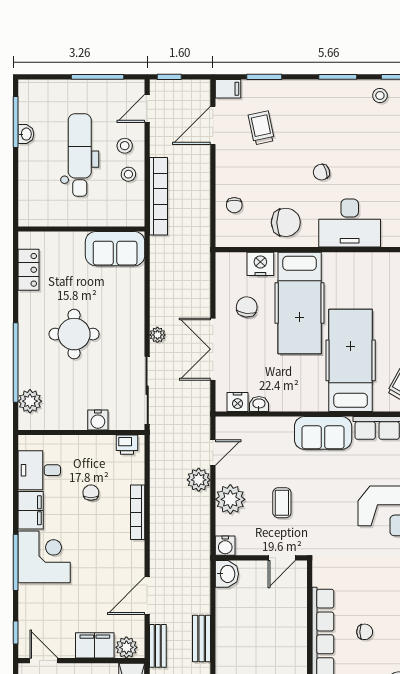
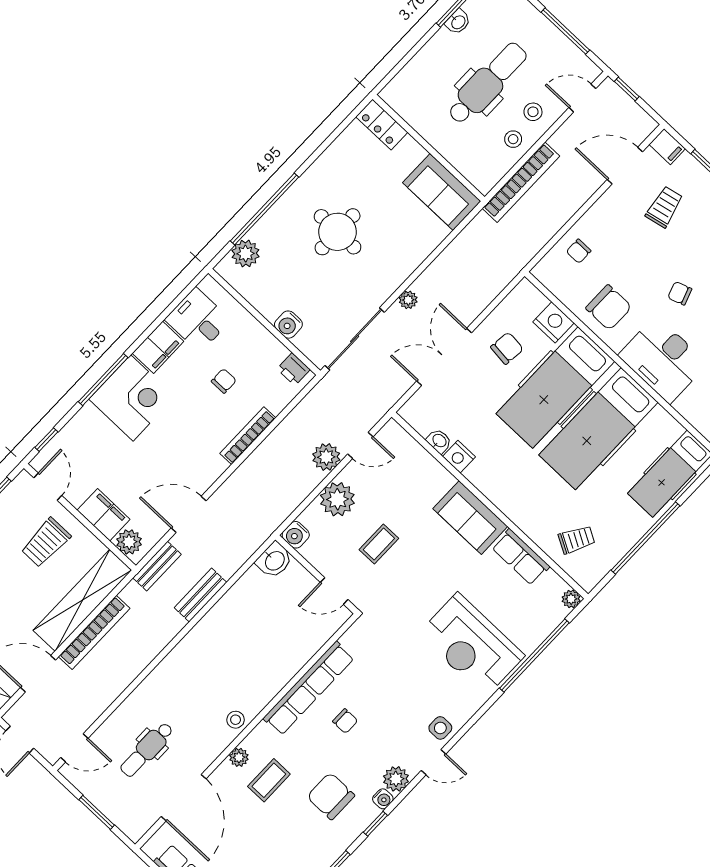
locker: (29, 270) -> (382, 125), moved, turned 90
hospital bed: (351, 360) -> (598, 429), moved, turned 180
nightstand: (238, 402) -> (459, 457), moved

